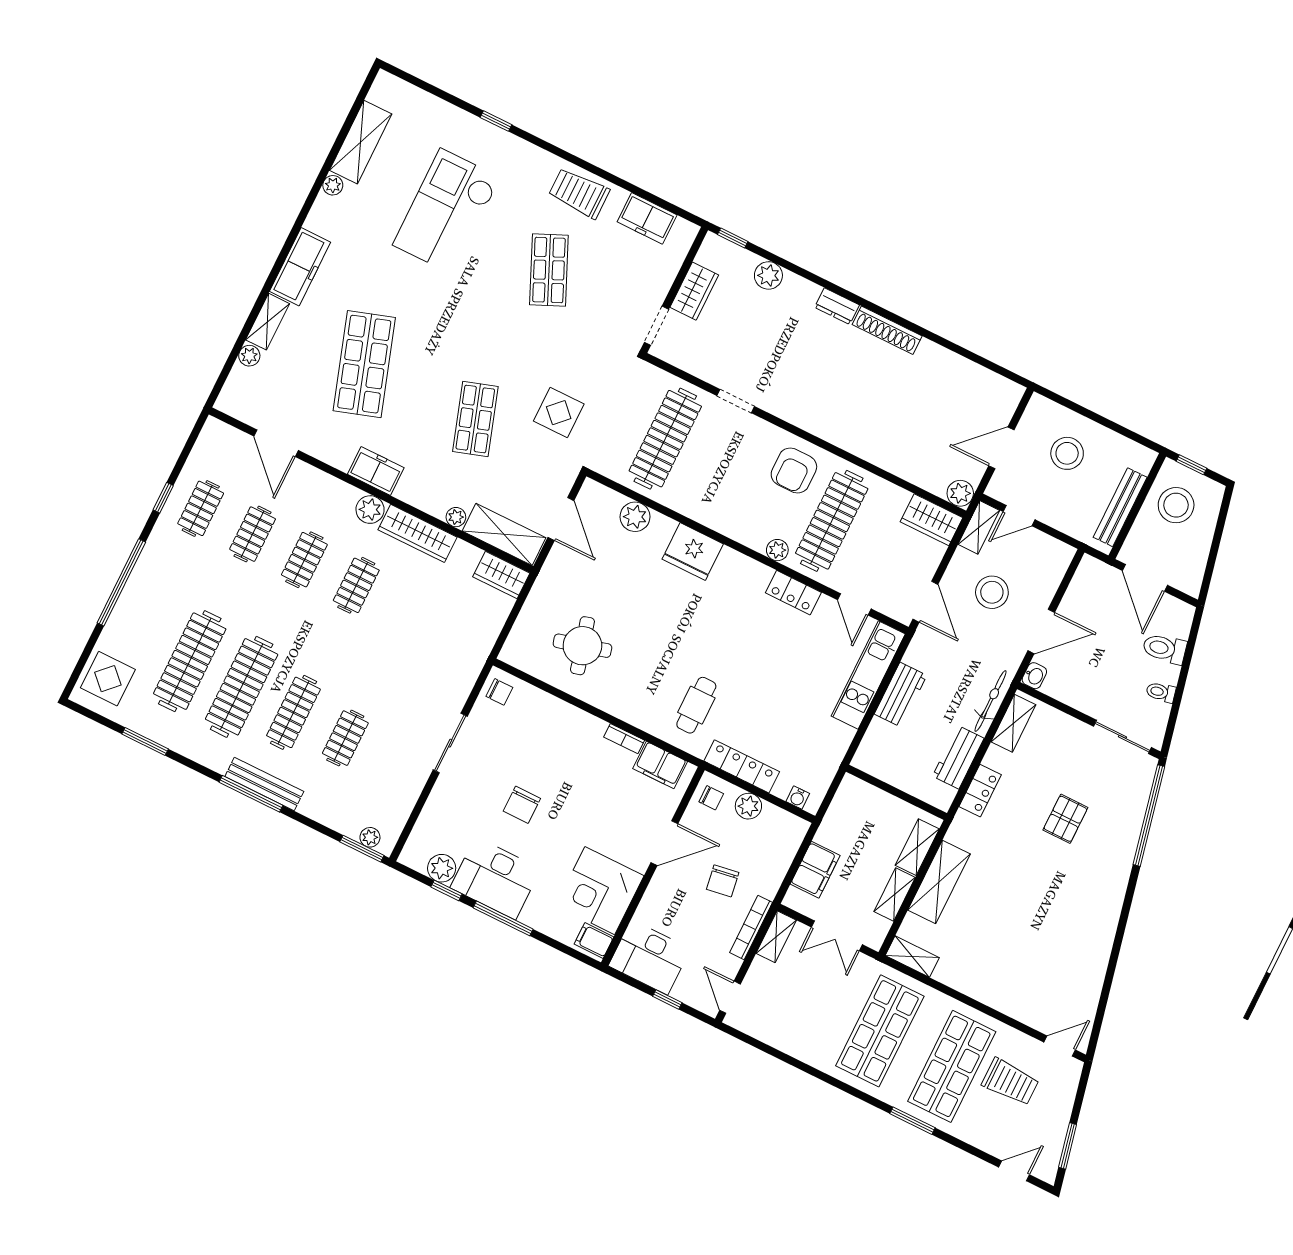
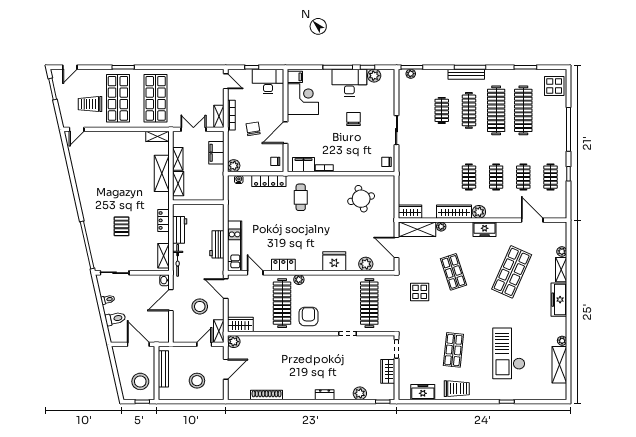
checkout: (447, 211) -> (509, 353), turned 180
shop shelf: (549, 270) -> (453, 350), turned 30
shoe rack: (887, 330) -> (267, 395), moved
shop shelf: (364, 364) -> (512, 272), turned 42
plant: (748, 806) -> (234, 166), moved

